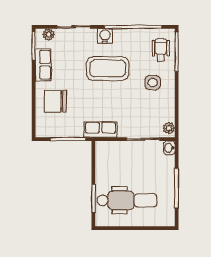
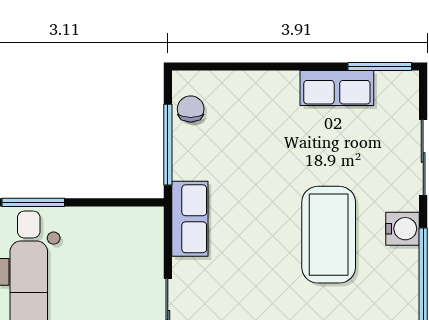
plant: (49, 34) -> (406, 100), removed
chair: (55, 101) -> (191, 109), moved, width x0.54, depth x0.54

